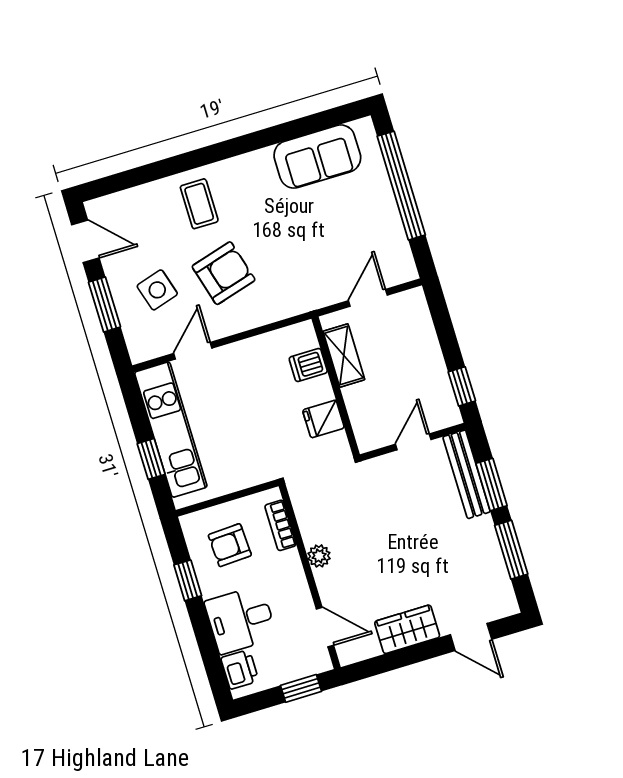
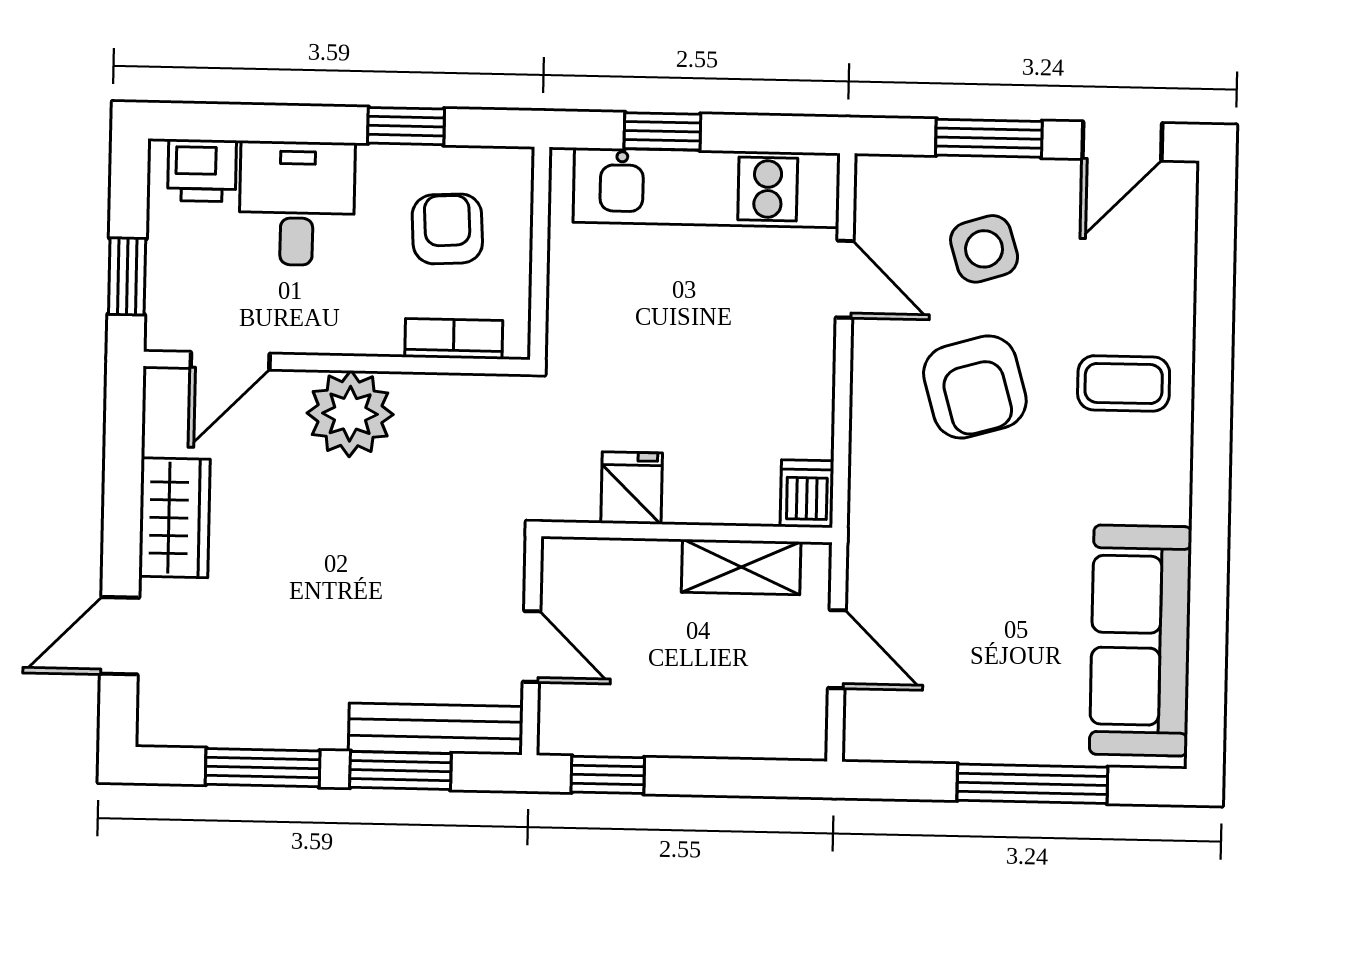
sofa: (317, 157) -> (1141, 640), width x1.36
window: (401, 186) -> (1032, 784), width x0.68
dishwasher: (308, 365) -> (807, 494), moved
plant: (319, 556) -> (350, 414), width x1.88, depth x1.88

